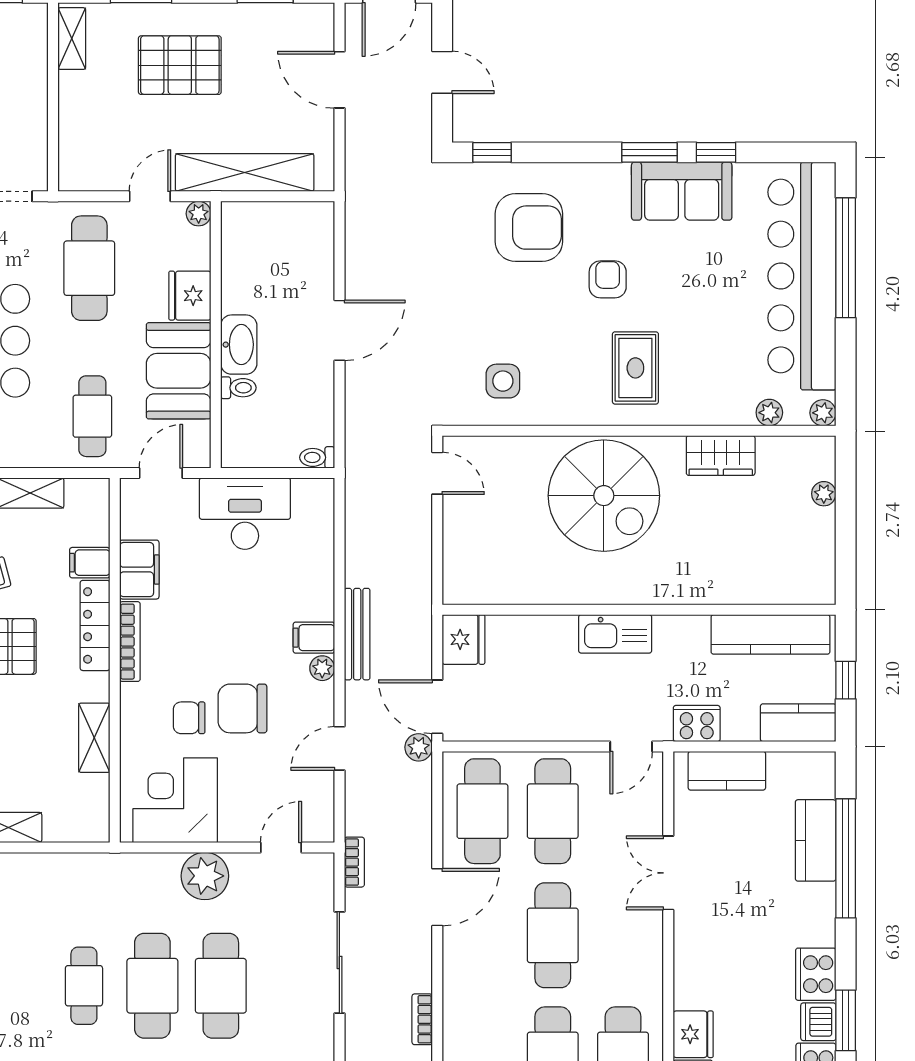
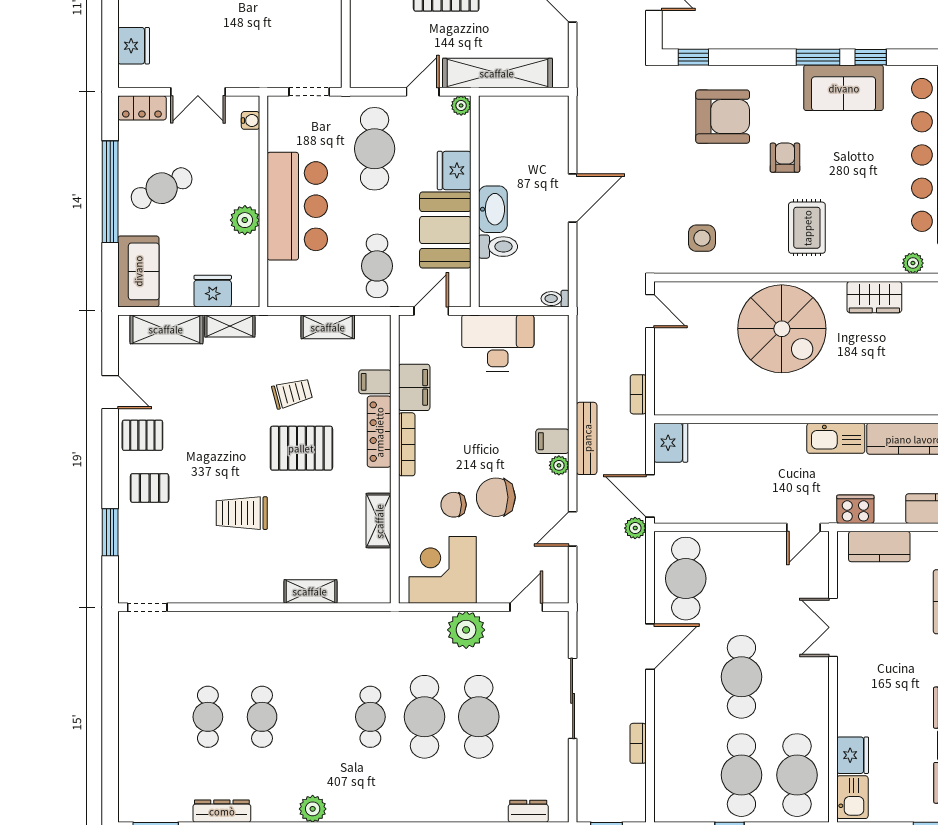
toilet: (238, 388) -> (498, 247), width x1.37, depth x1.39
kitchen sink: (615, 634) -> (836, 438), moved
cafe table: (553, 811) -> (741, 579), removed
bookcase: (354, 862) -> (638, 394), moved, turned 180

